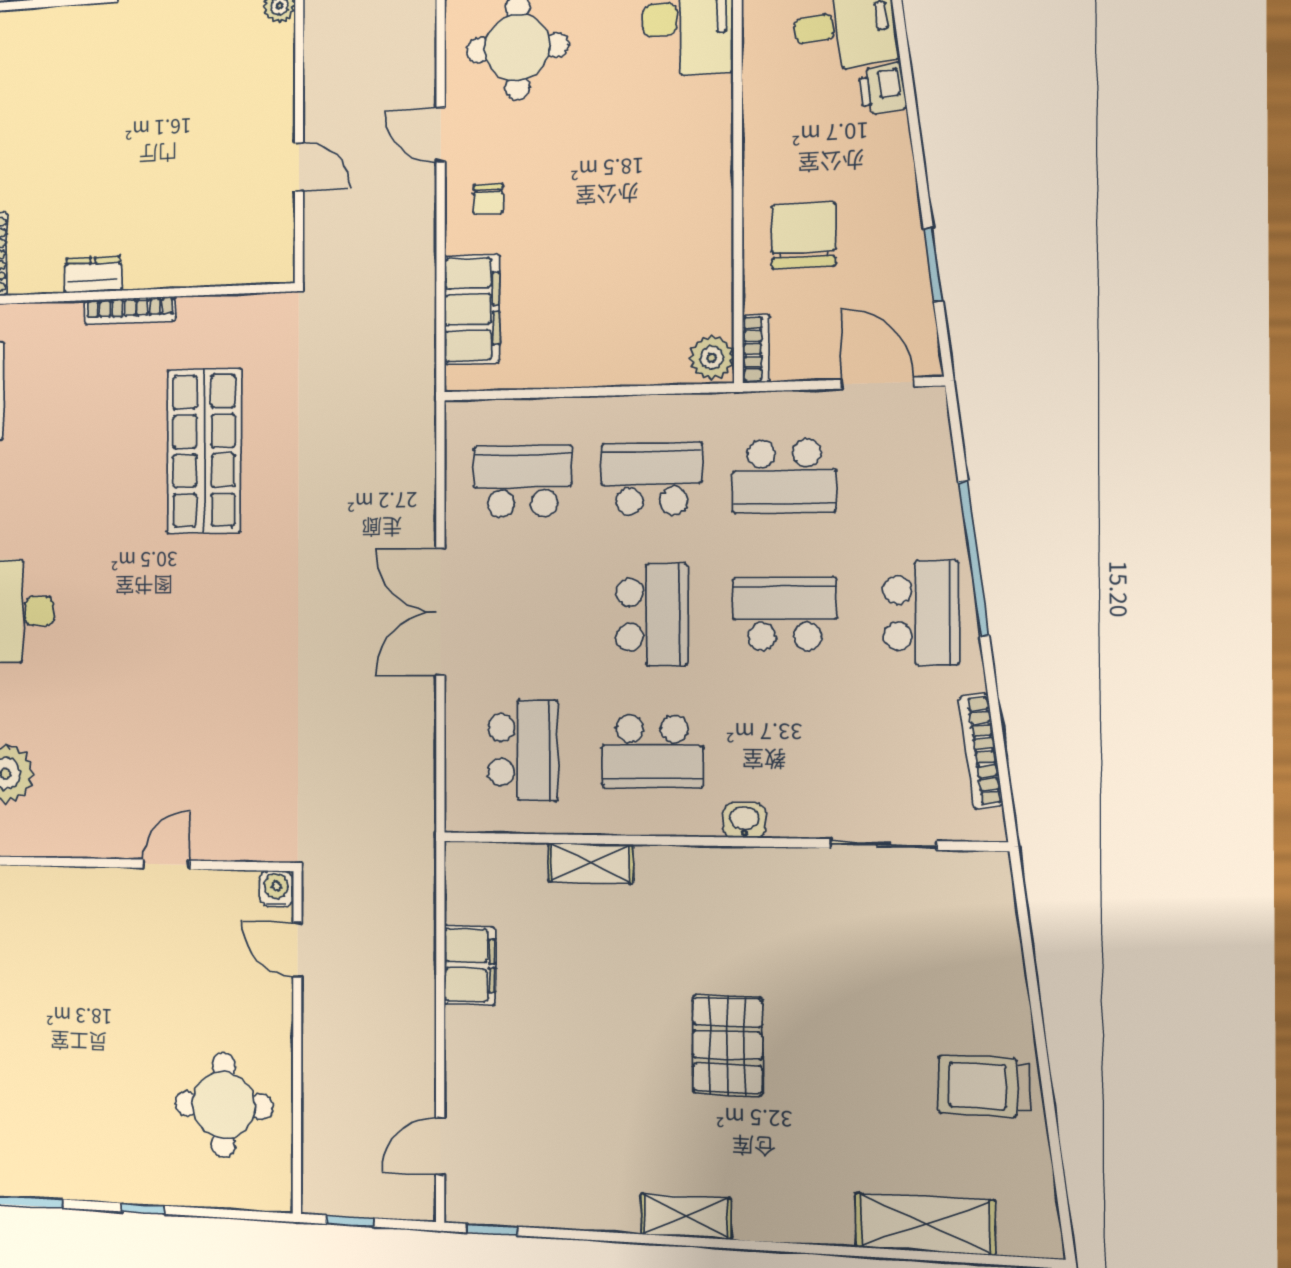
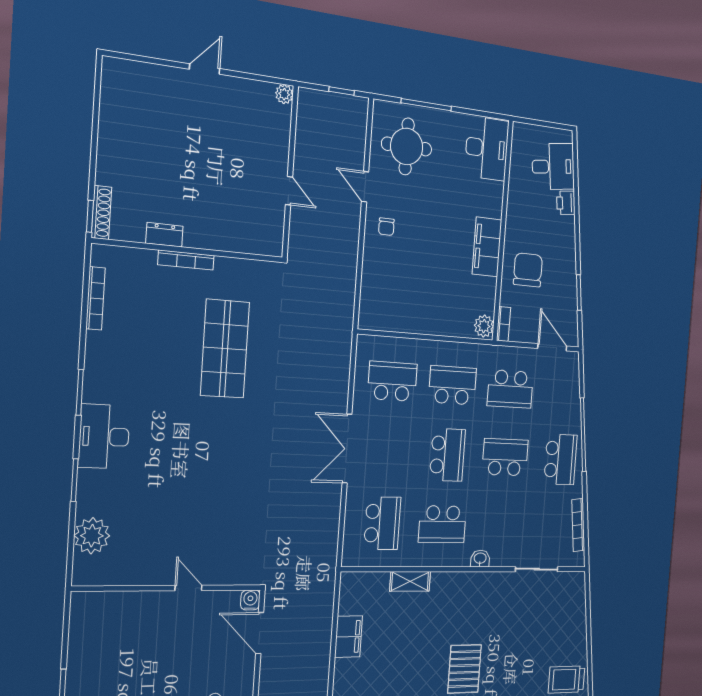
filing cabinet: (472, 309) -> (487, 247), moved, turned 180
door: (166, 864) -> (188, 588), hinge flipped
door: (297, 950) -> (260, 633), width x1.38

